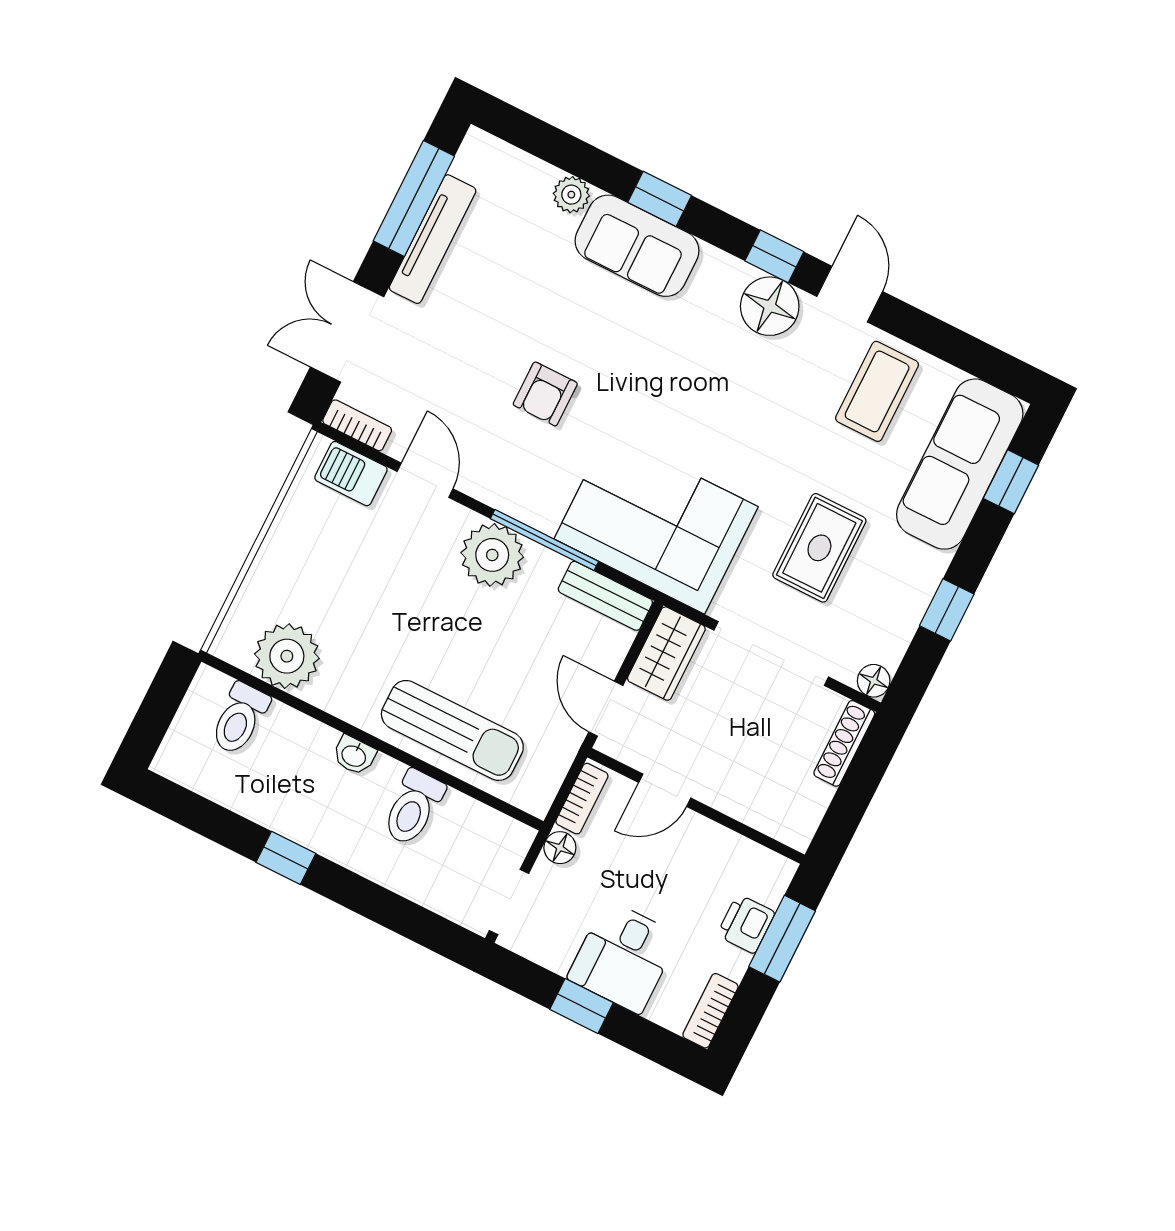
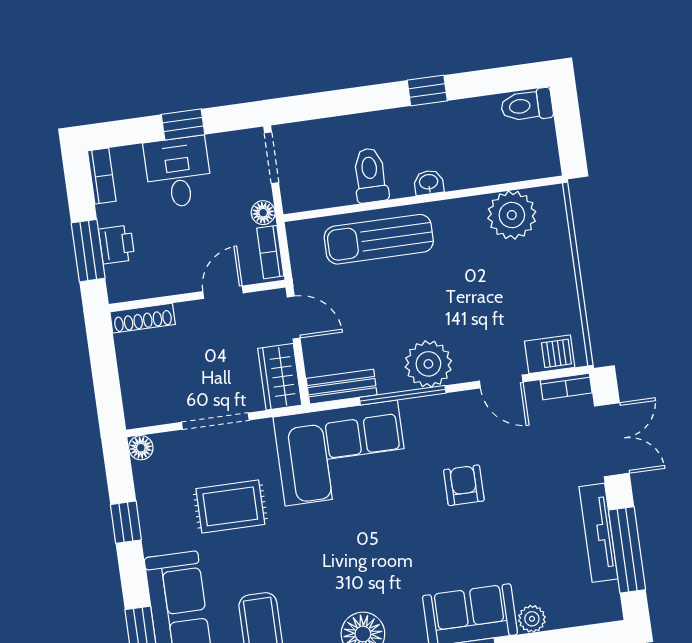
rug: (819, 548) -> (230, 506), turned 90
doorway: (771, 654) -> (215, 421), width x0.73
toilet: (240, 719) -> (527, 105), moved, turned -90
shoe rack: (844, 743) -> (143, 318), moved, turned 90

